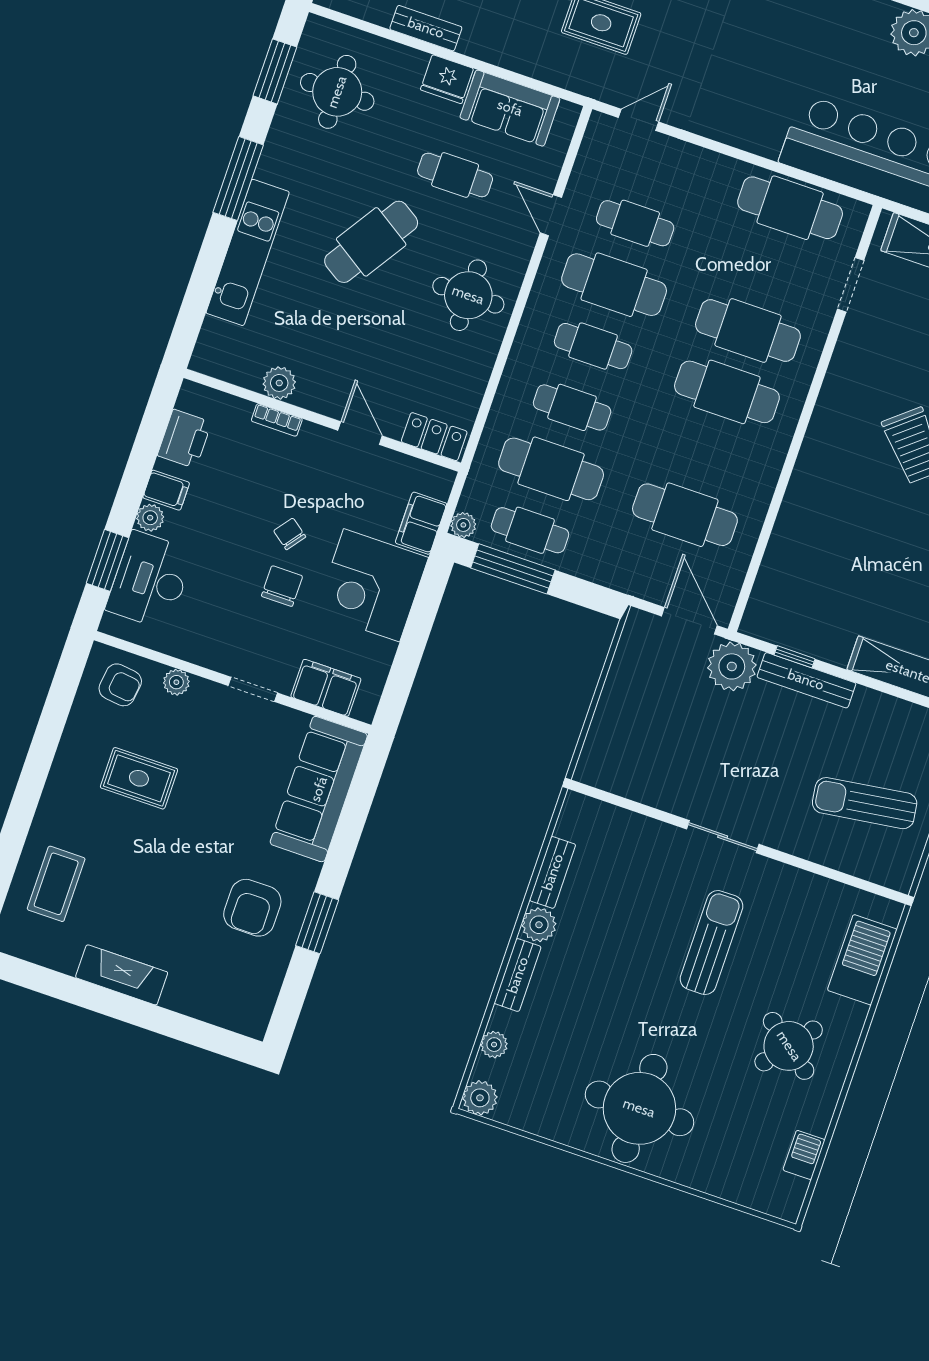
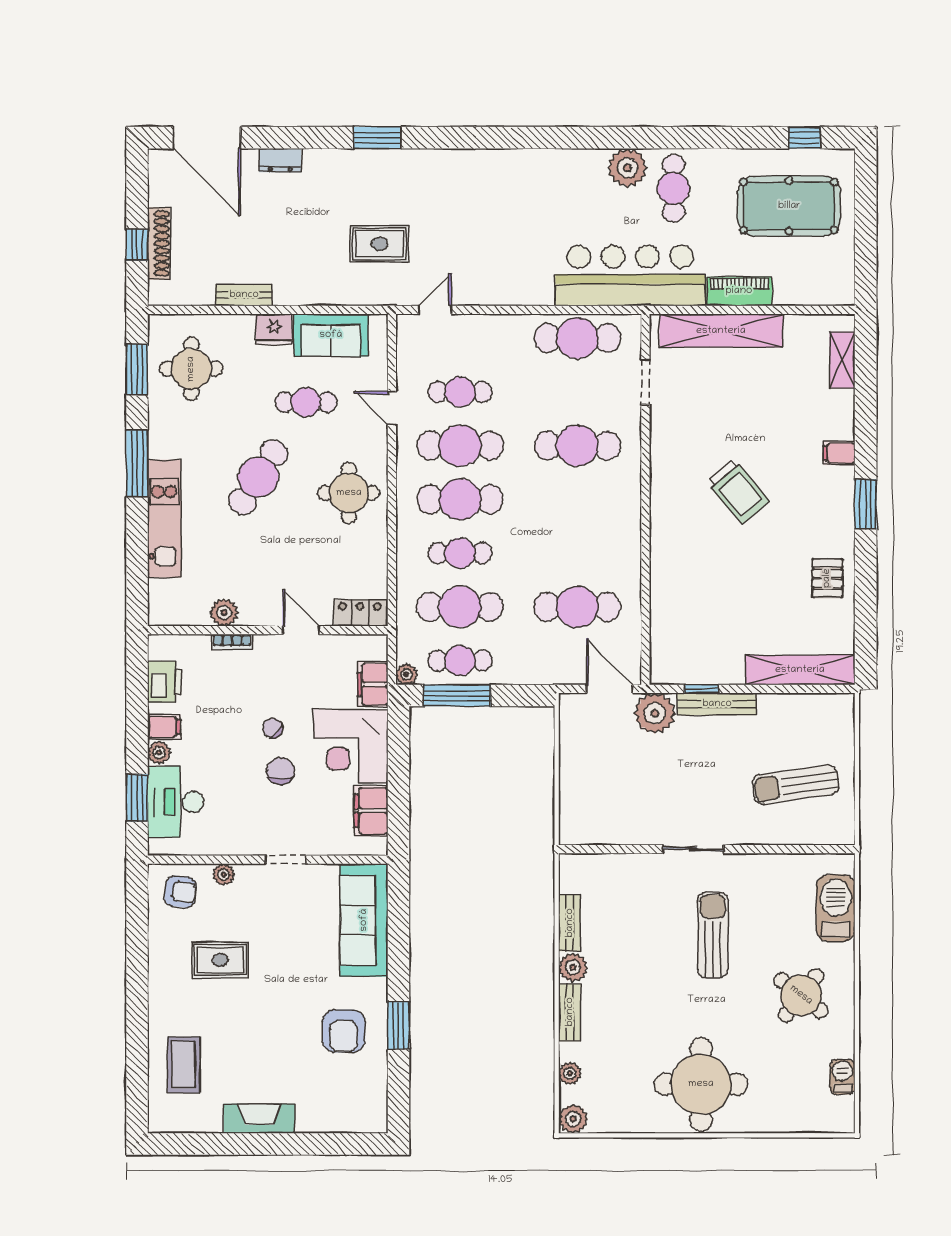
cafe table: (593, 346) -> (460, 499), width x1.37, depth x1.35
cafe table: (727, 392) -> (577, 499), removed
filing cabinet: (326, 688) -> (371, 811), moved, turned -90

